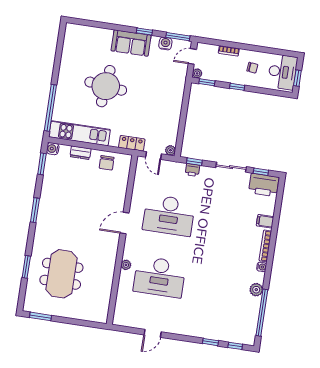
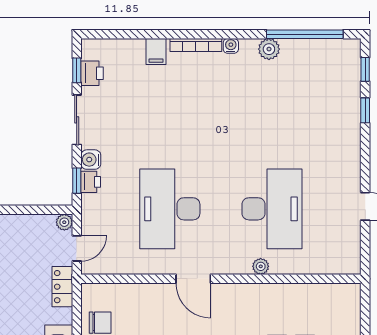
water cooler: (206, 172) -> (91, 160), added
printer: (264, 185) -> (92, 73), width x0.53, depth x0.68
desk: (169, 215) -> (170, 209), turned 180

